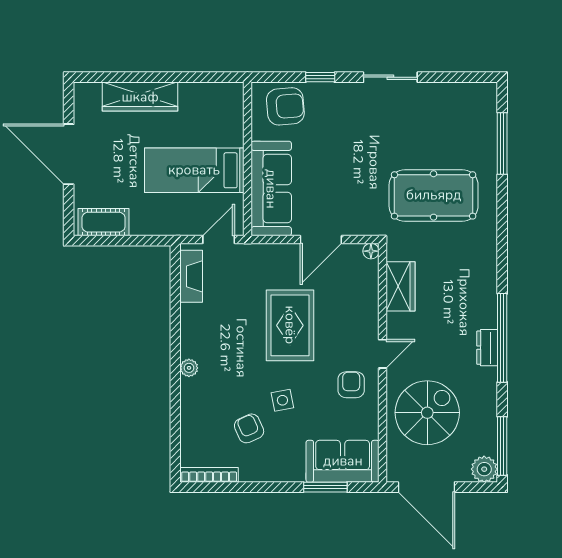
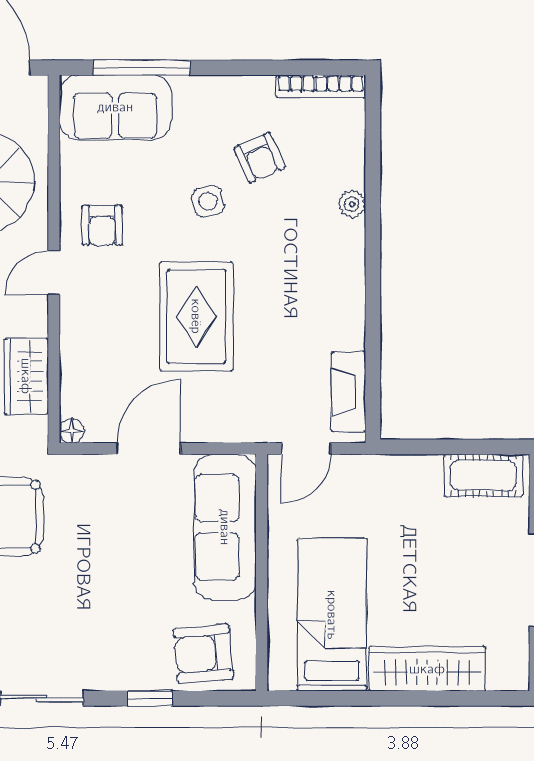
bed: (194, 170) -> (332, 615), moved, turned -90
plant: (189, 368) -> (352, 204), moved
window: (325, 487) -> (142, 68), width x1.44

